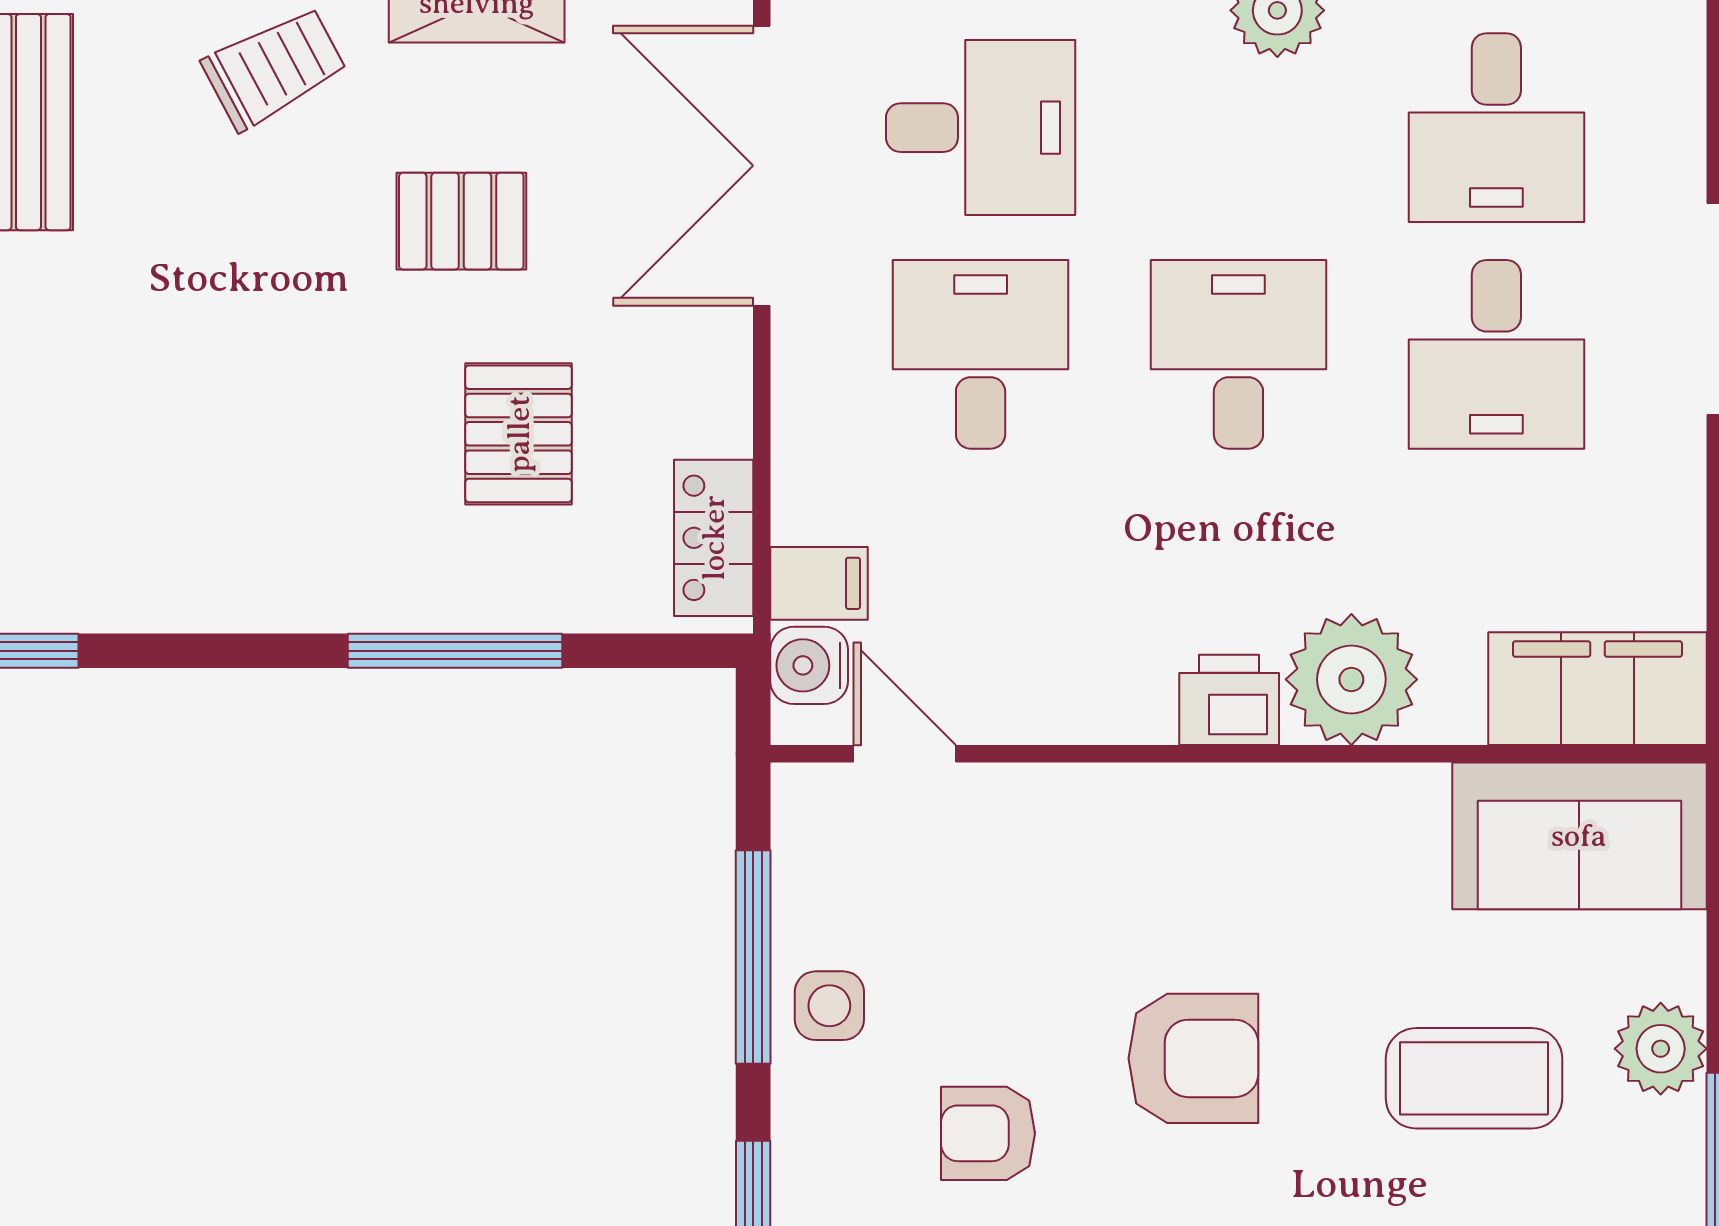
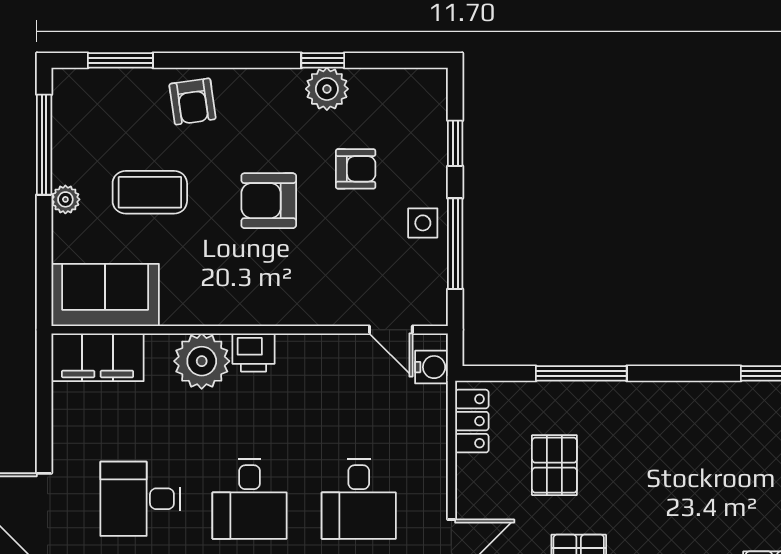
desk: (1496, 354) -> (140, 499), turned -90
filing cabinet: (819, 583) -> (427, 402), removed
plant: (1661, 1049) -> (65, 199), width x0.73, depth x0.73

